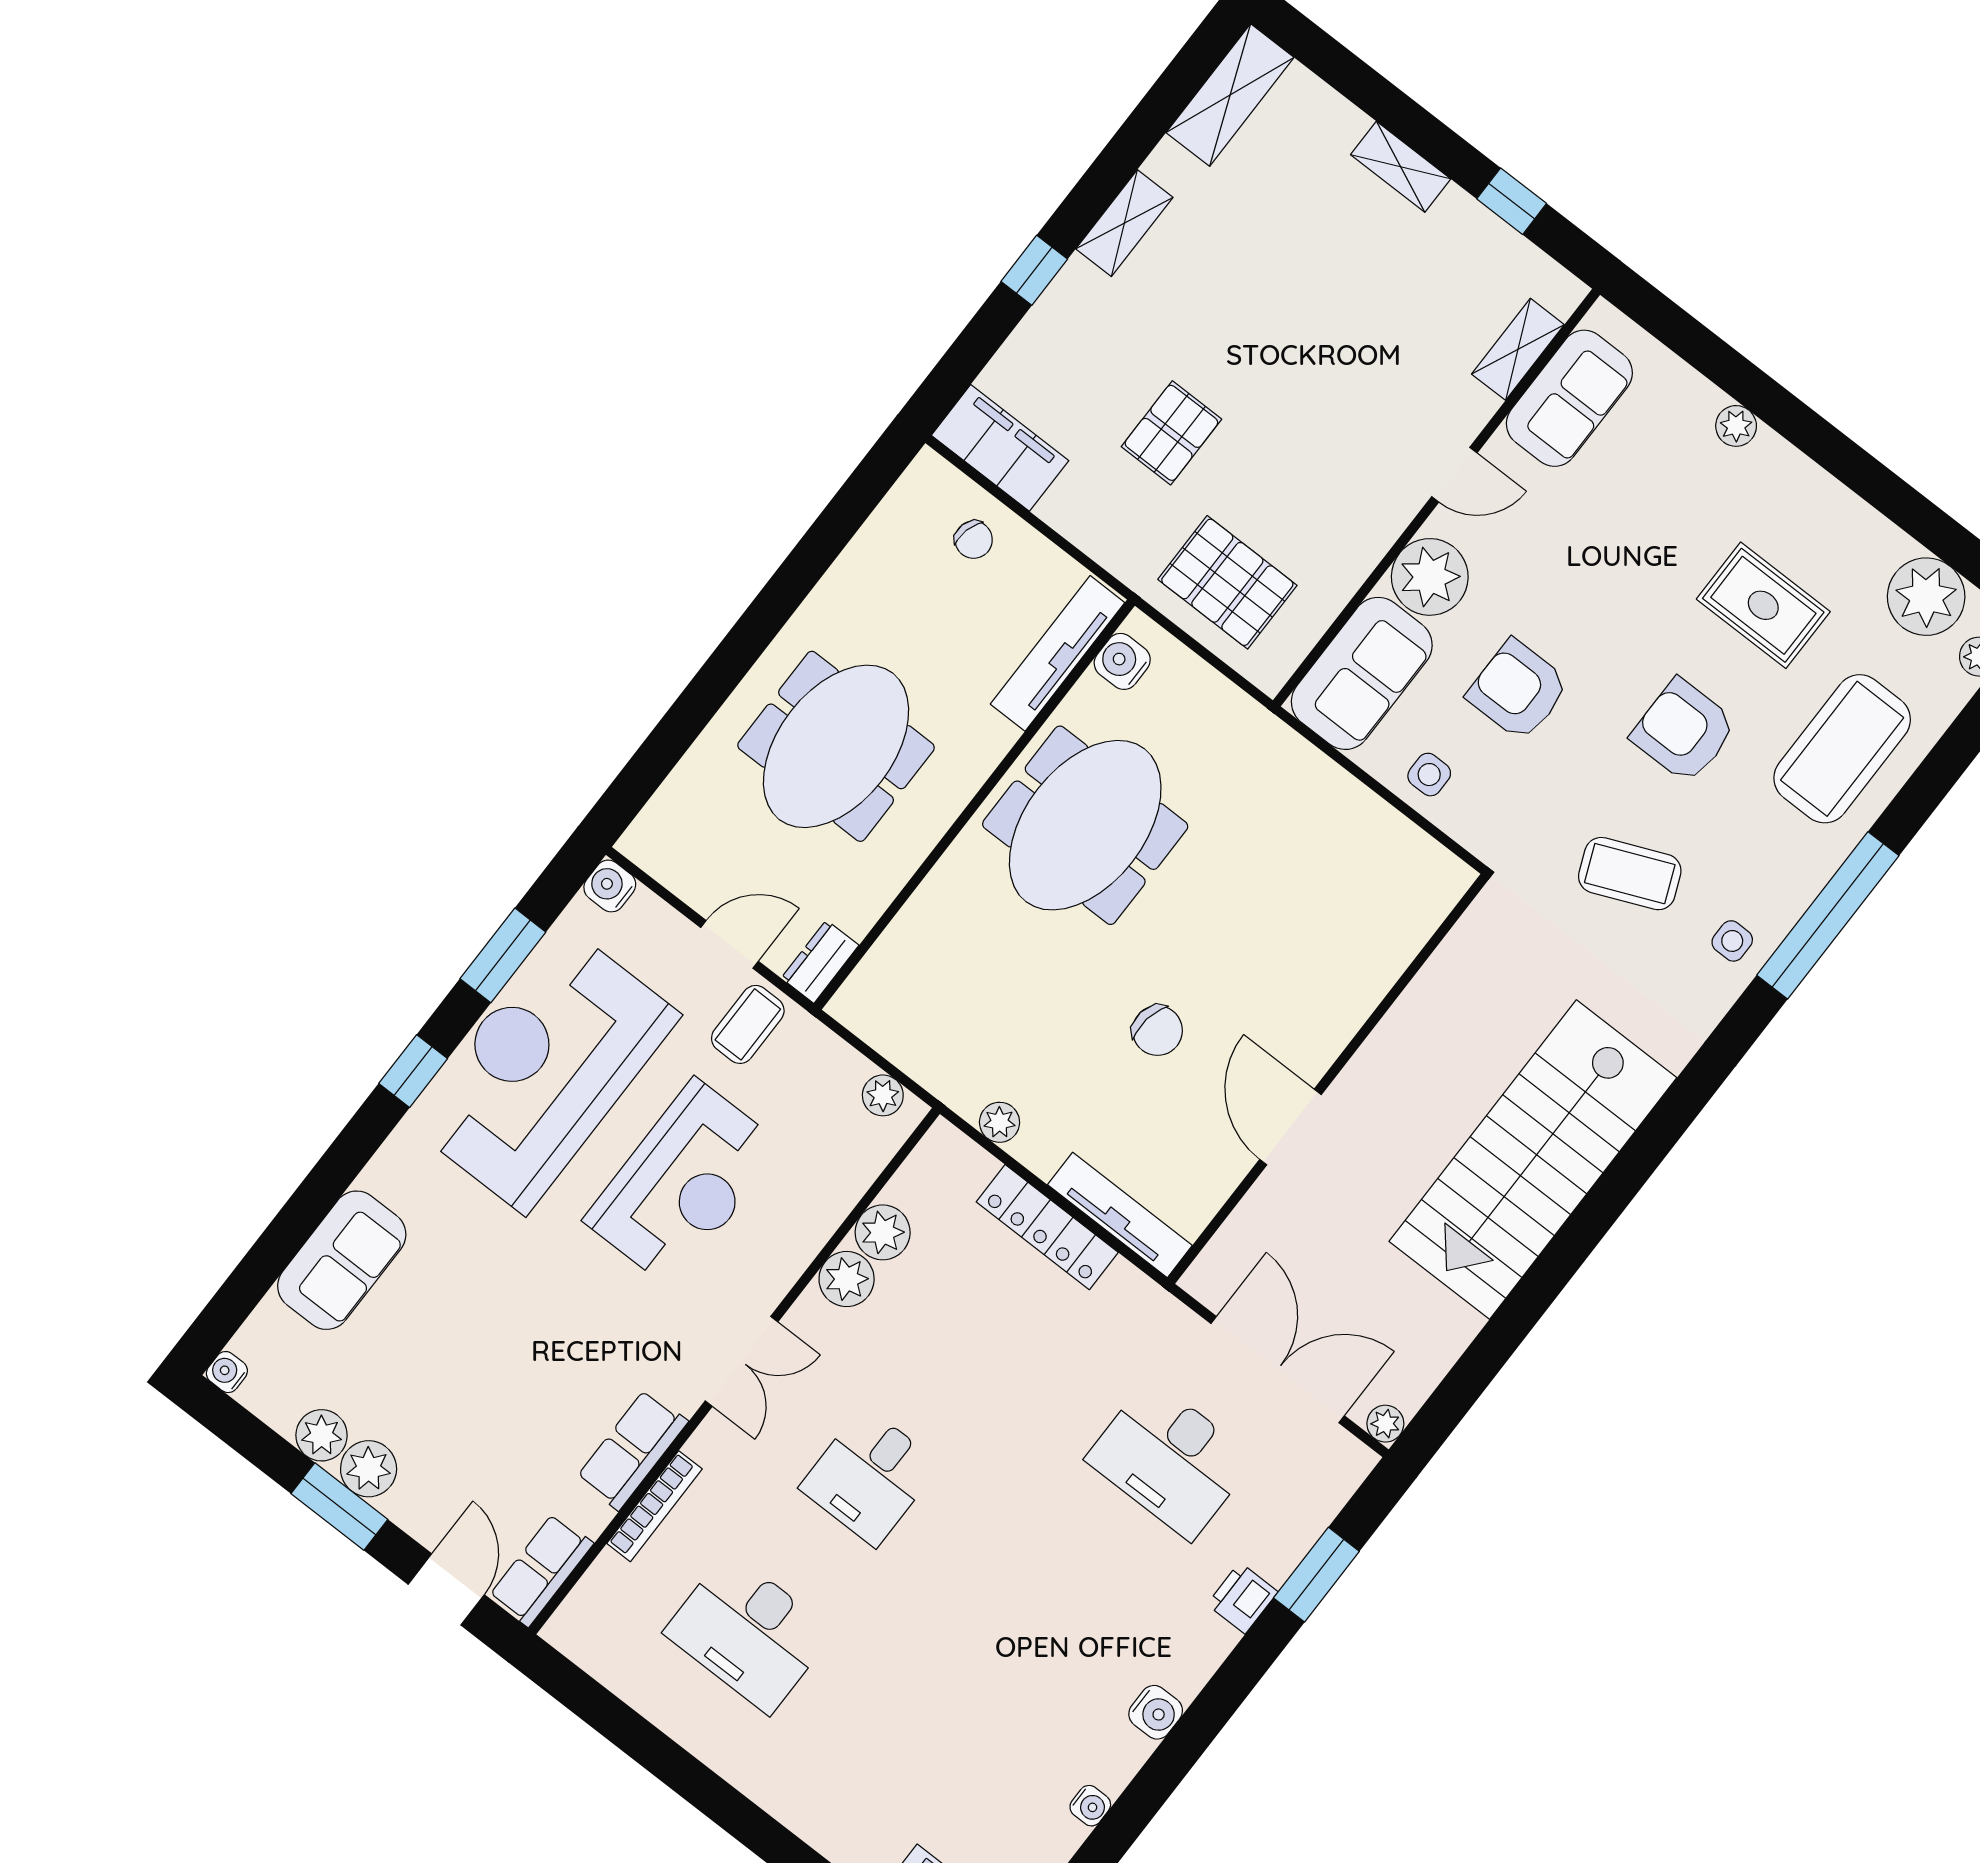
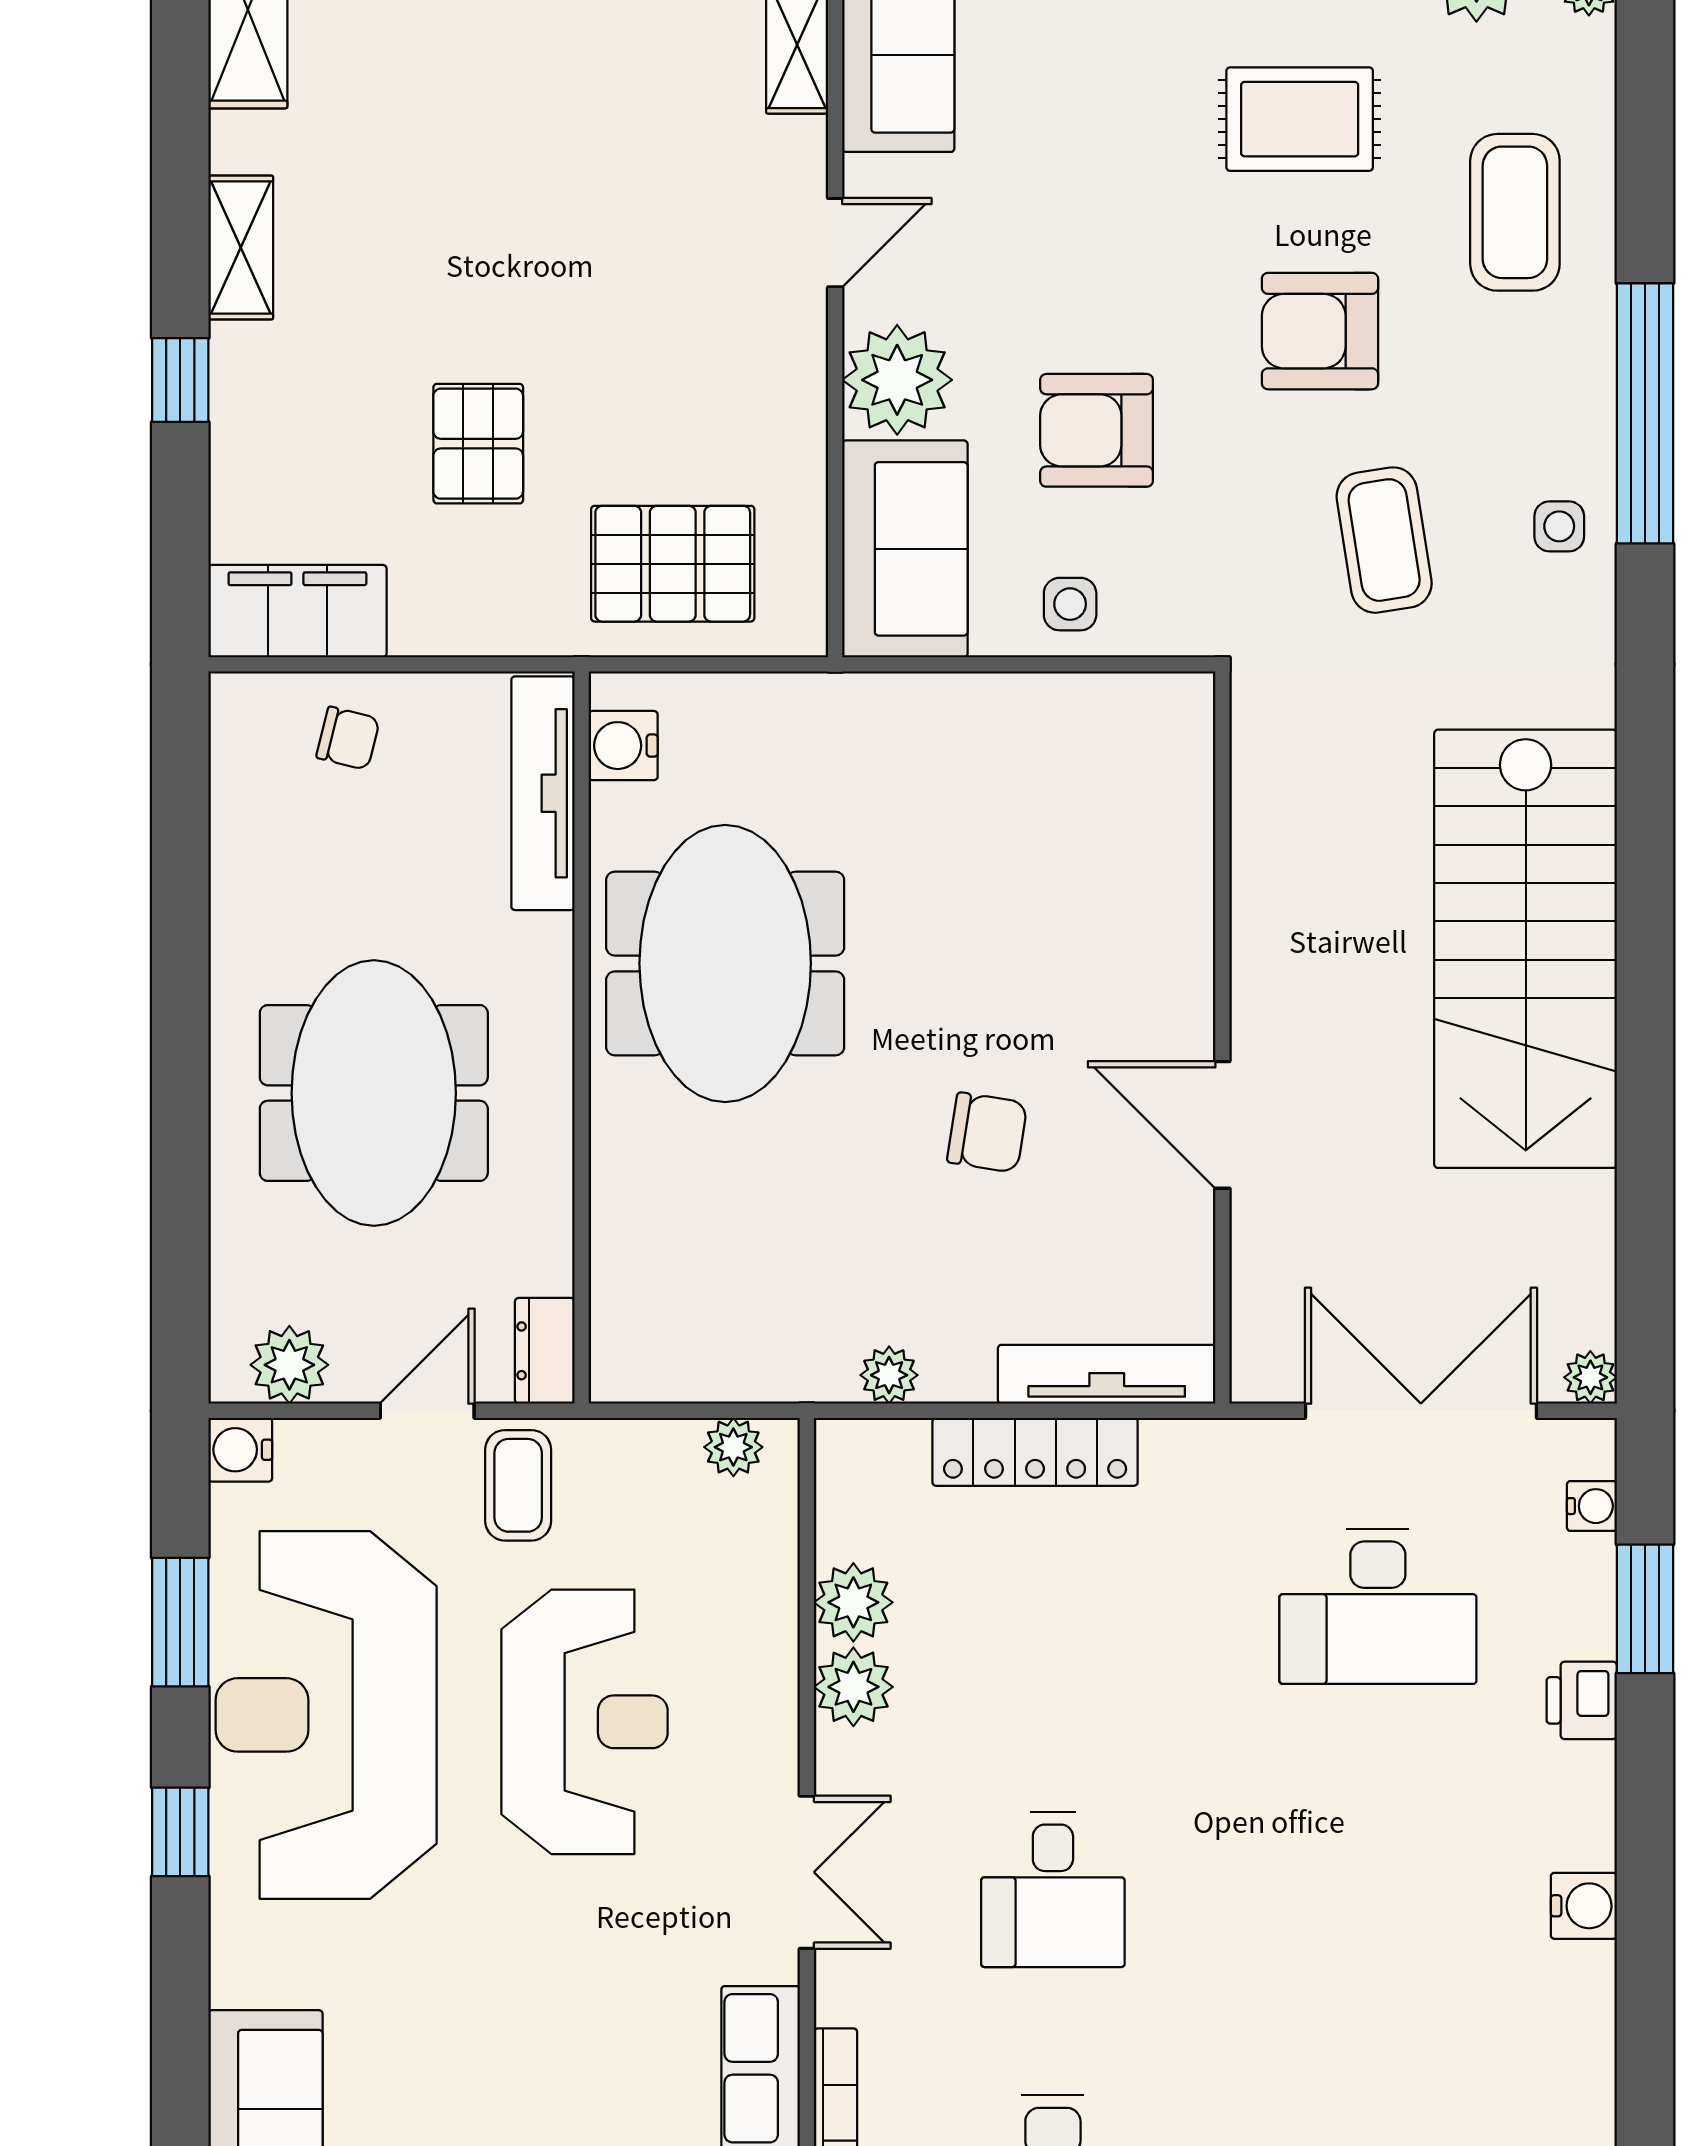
coffee table: (1842, 749) -> (1515, 212), width x0.73, depth x0.76
plant: (673, 860) -> (289, 1365), added
coffee table: (1630, 874) -> (1384, 540), turned -76
water cooler: (1090, 1806) -> (1592, 1506), moved

